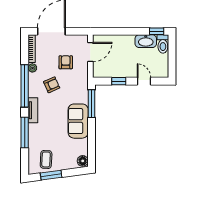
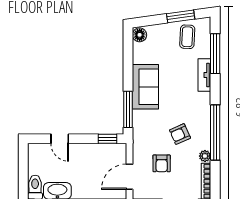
window: (119, 81) -> (107, 139), moved
tv unit: (33, 110) -> (204, 75), moved
window: (25, 132) -> (215, 54), moved

